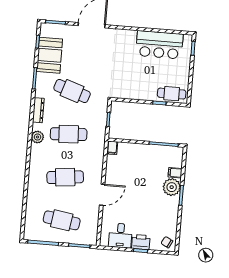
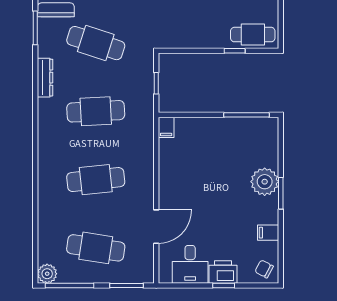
plant: (37, 137) -> (47, 274), moved
filing cabinet: (175, 173) -> (268, 233), moved
door: (102, 195) -> (156, 227), moved

